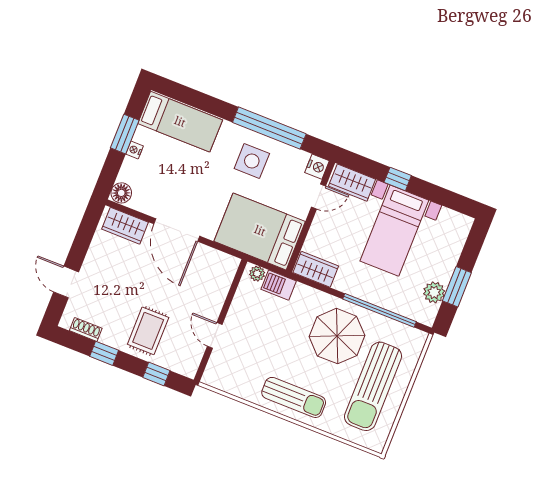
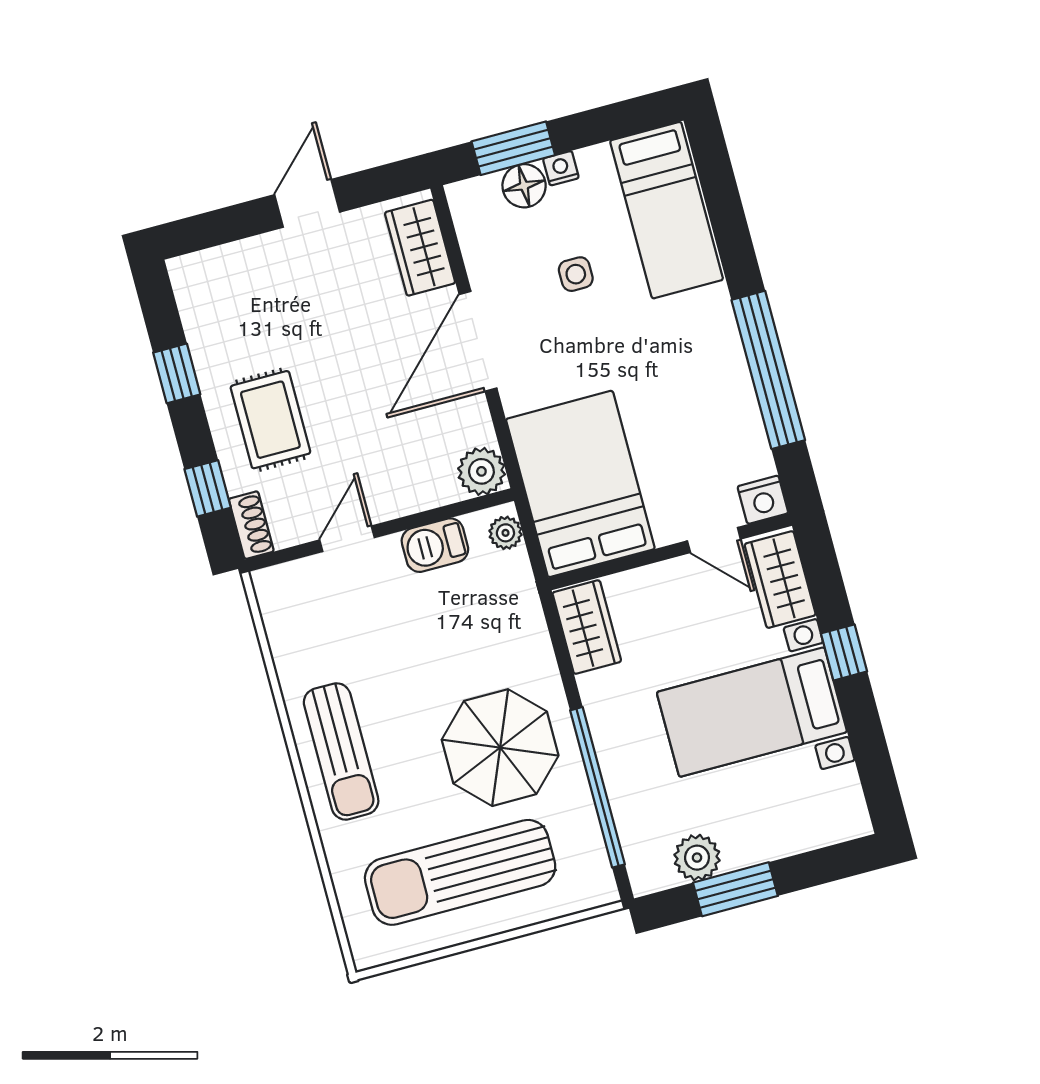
window: (125, 134) -> (513, 148), moved
side table: (252, 161) -> (576, 274), moved, width x0.54, depth x0.54
floor lamp: (121, 193) -> (524, 186), moved
plant: (227, 265) -> (481, 471), added
door: (66, 282) -> (307, 203), moved
barbecue: (279, 285) -> (435, 545), moved, turned -90
shoe rack: (86, 329) -> (251, 525), moved
rug: (148, 331) -> (270, 420), turned 90

